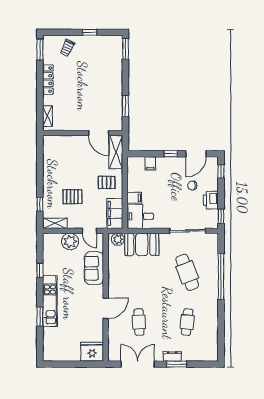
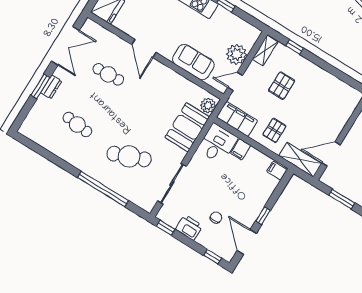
filing cabinet: (150, 163) -> (277, 171), moved

